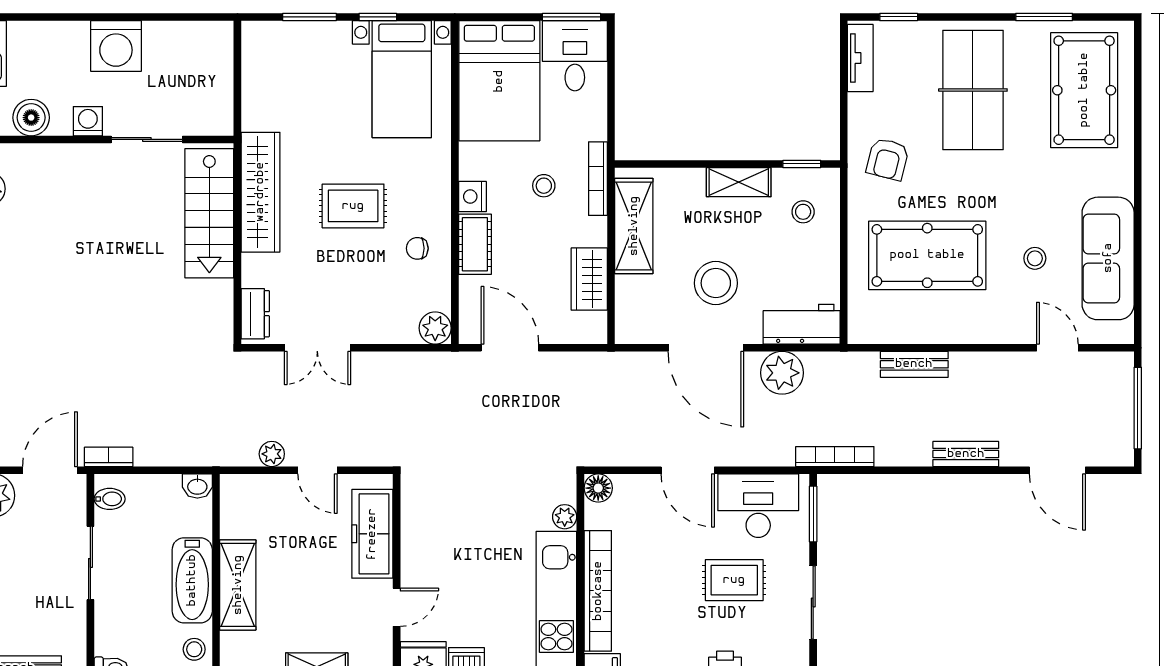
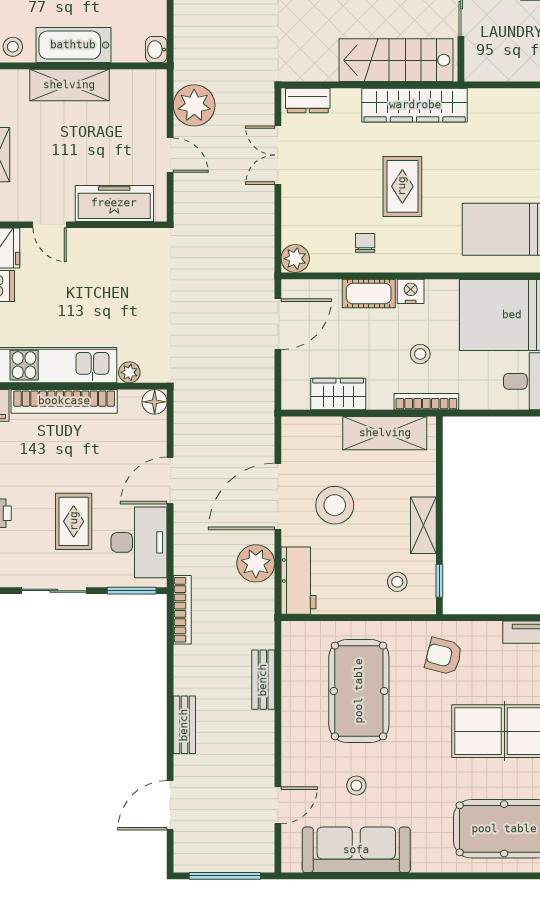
plant: (272, 454) -> (194, 105), width x1.88, depth x1.88
door: (317, 470) -> (170, 155), swing flipped

